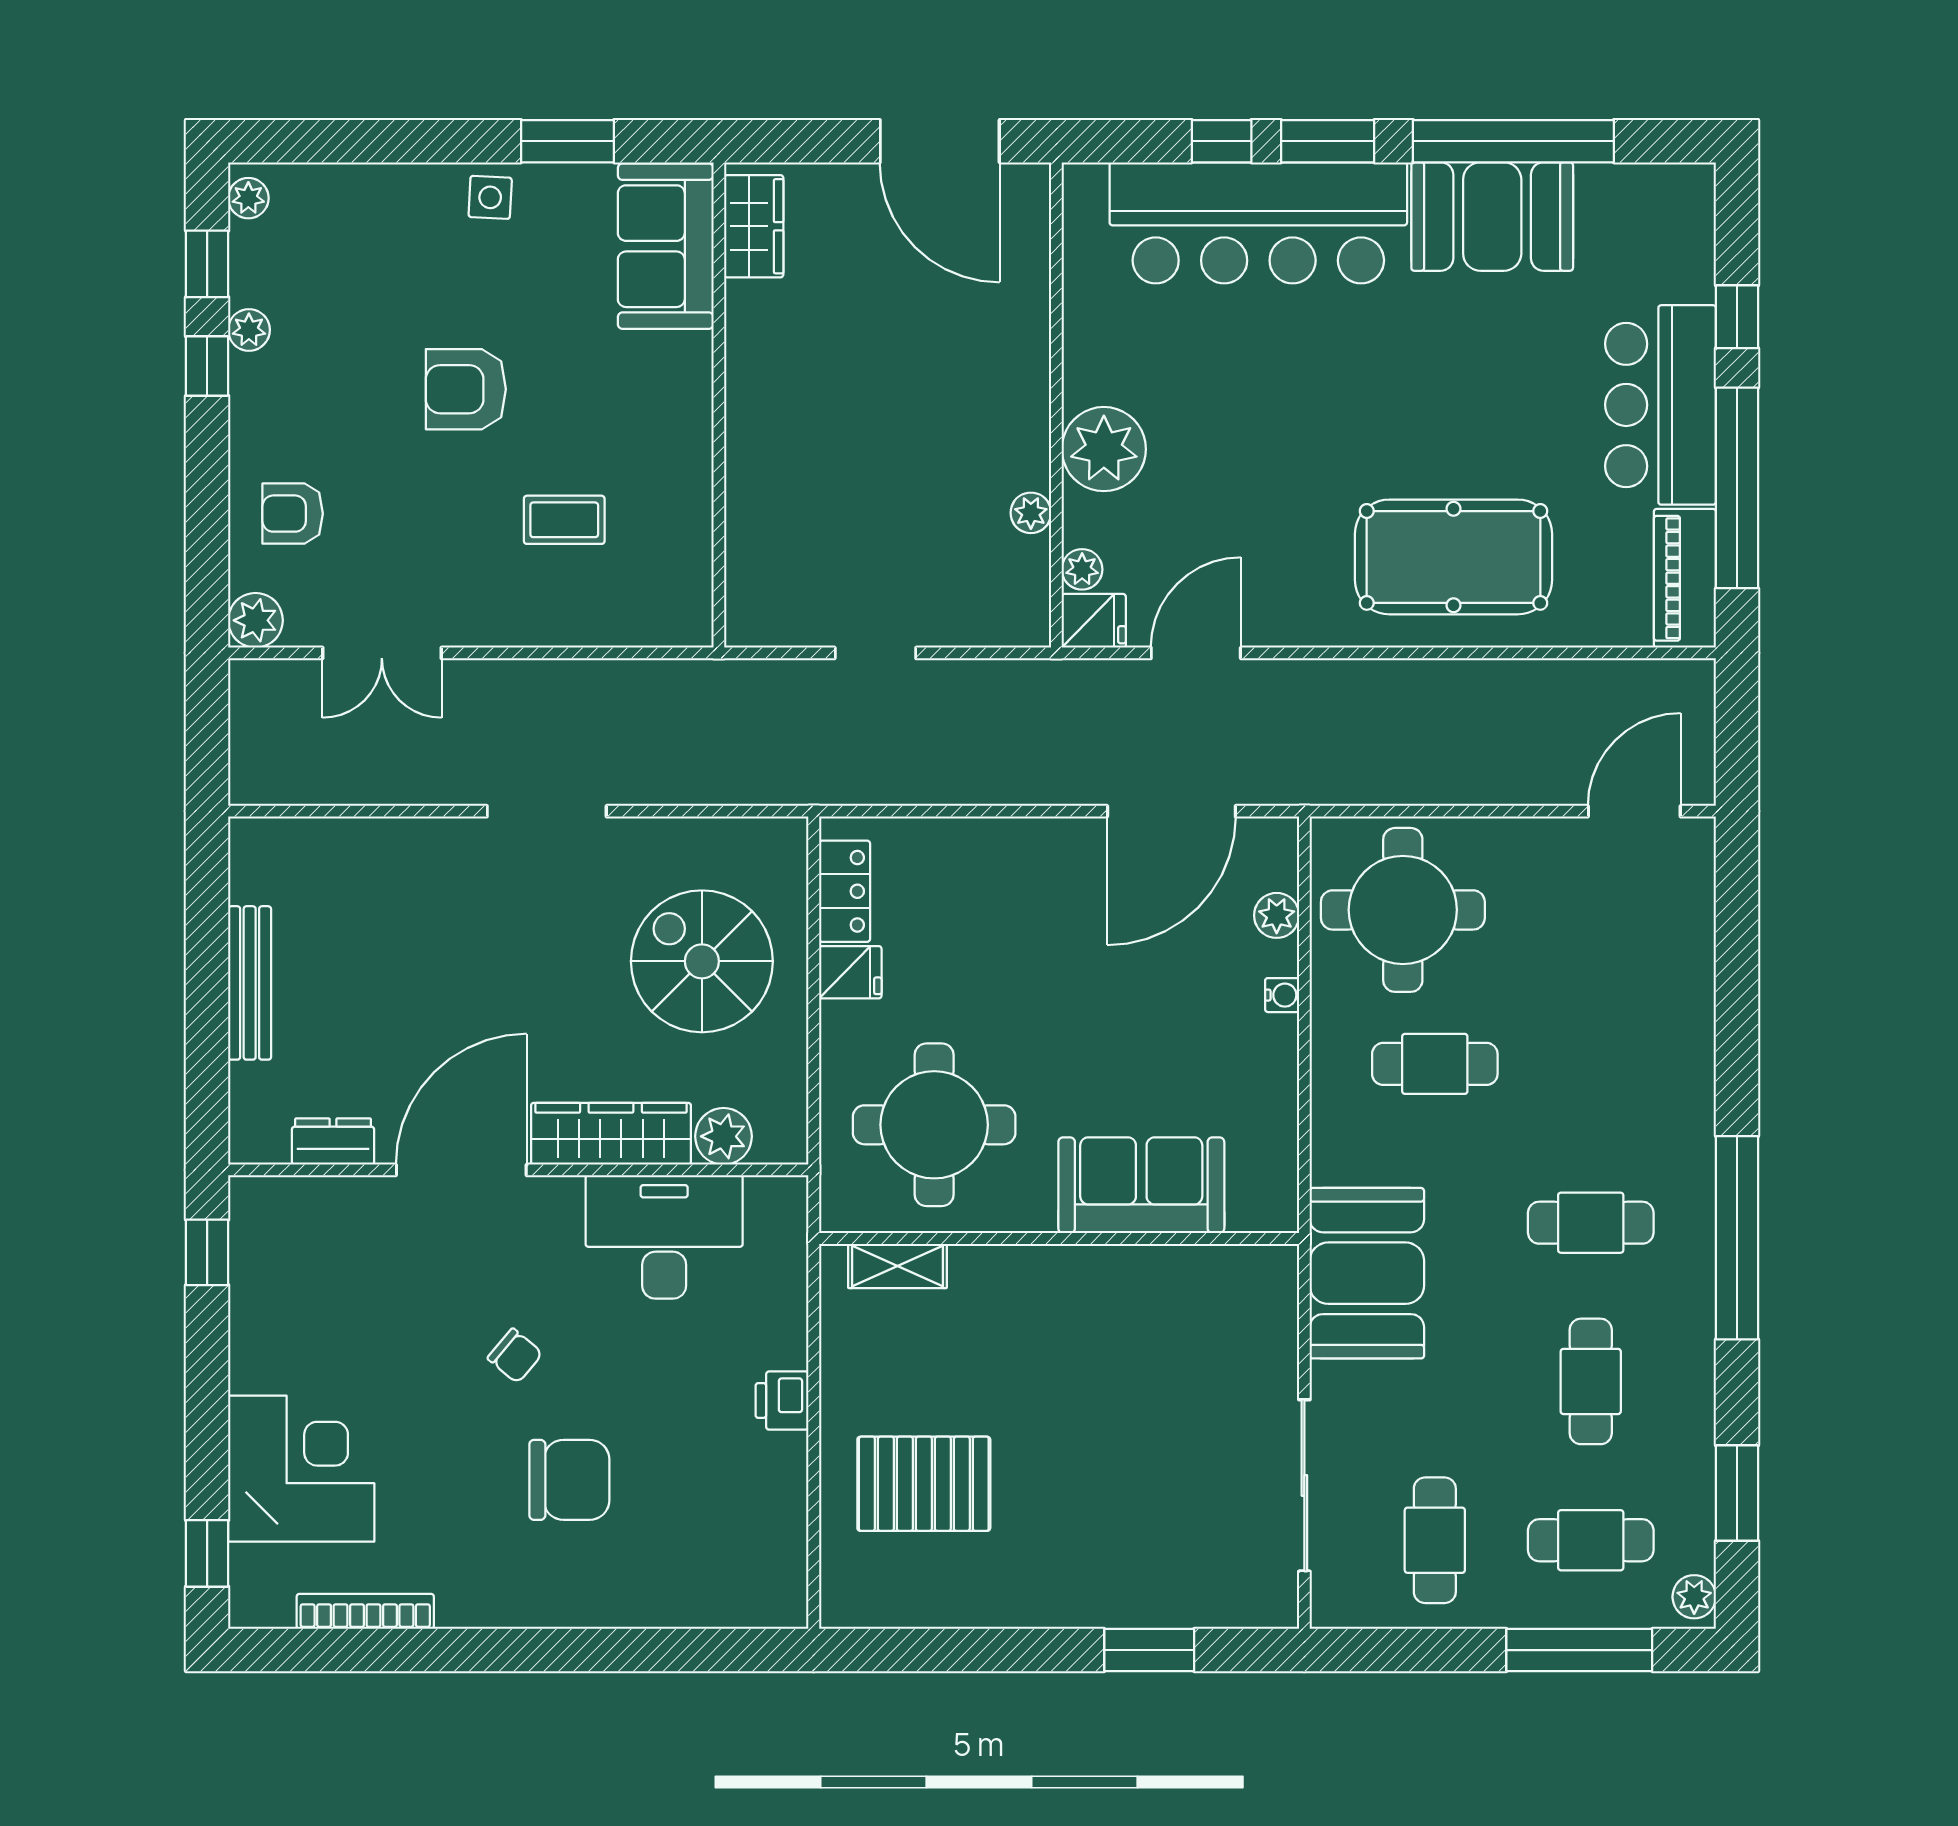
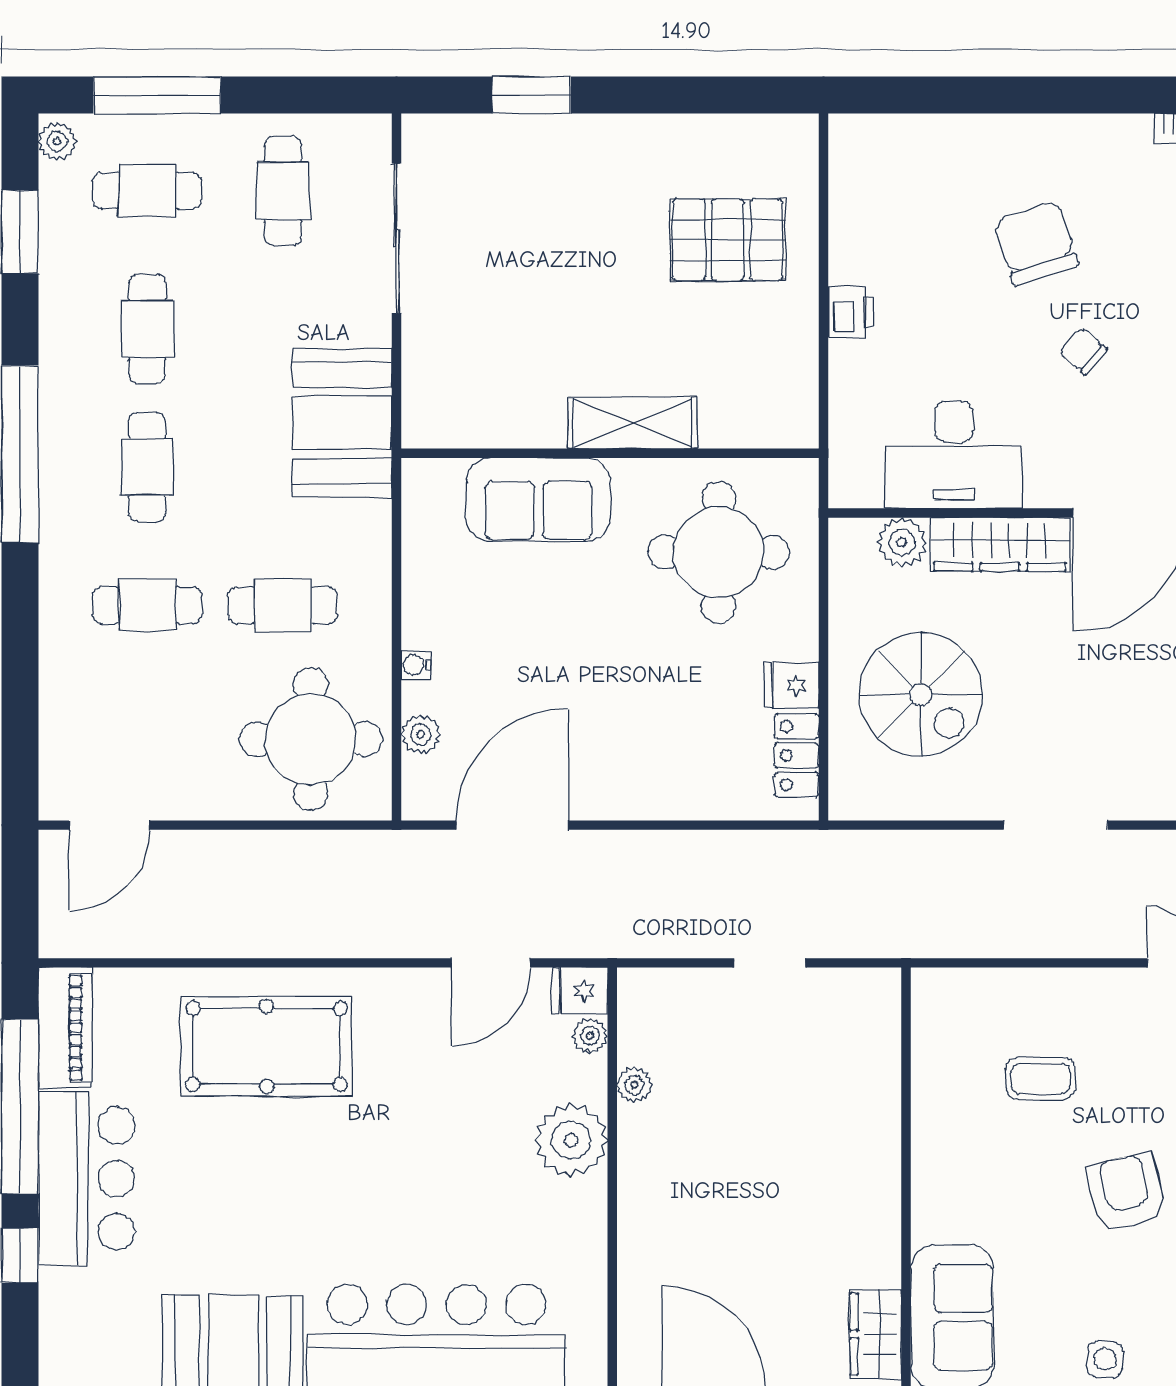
armchair: (466, 389) -> (1126, 1192), turned -103
cafe table: (1591, 1064) -> (147, 605), added
cafe table: (1591, 1223) -> (147, 467), turned 90
shelving: (897, 1266) -> (633, 423), moved, width x1.50, depth x1.33
chair: (569, 1480) -> (1036, 243), turned 72

